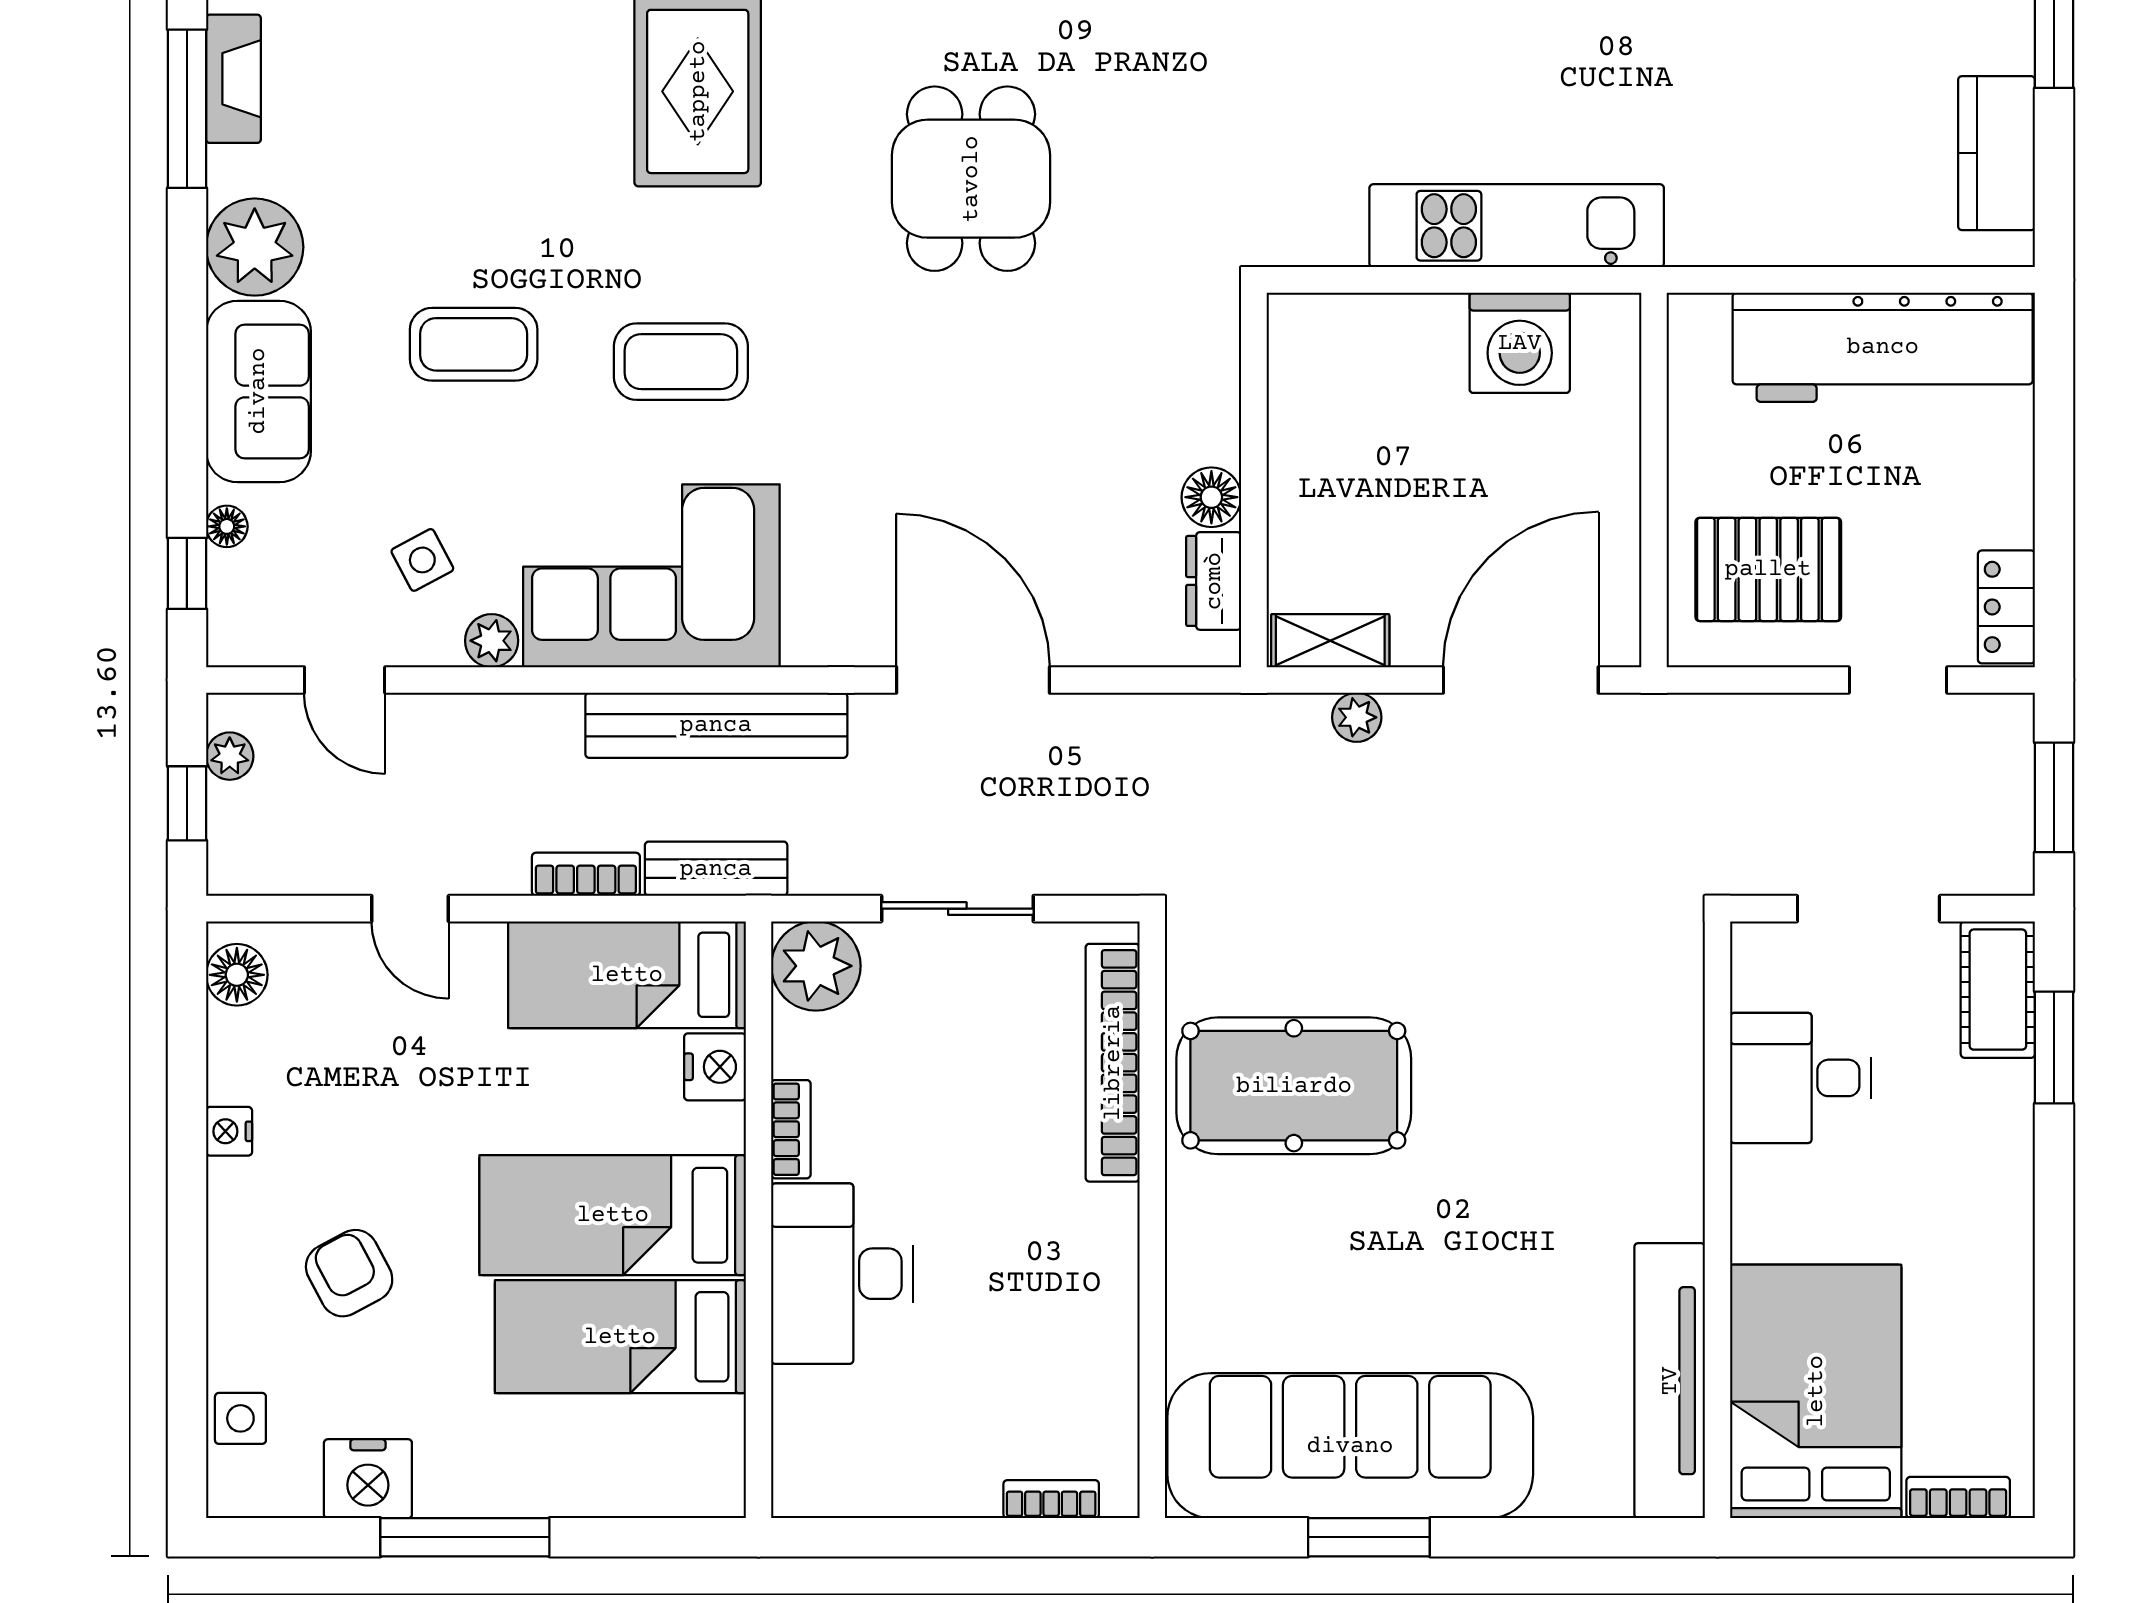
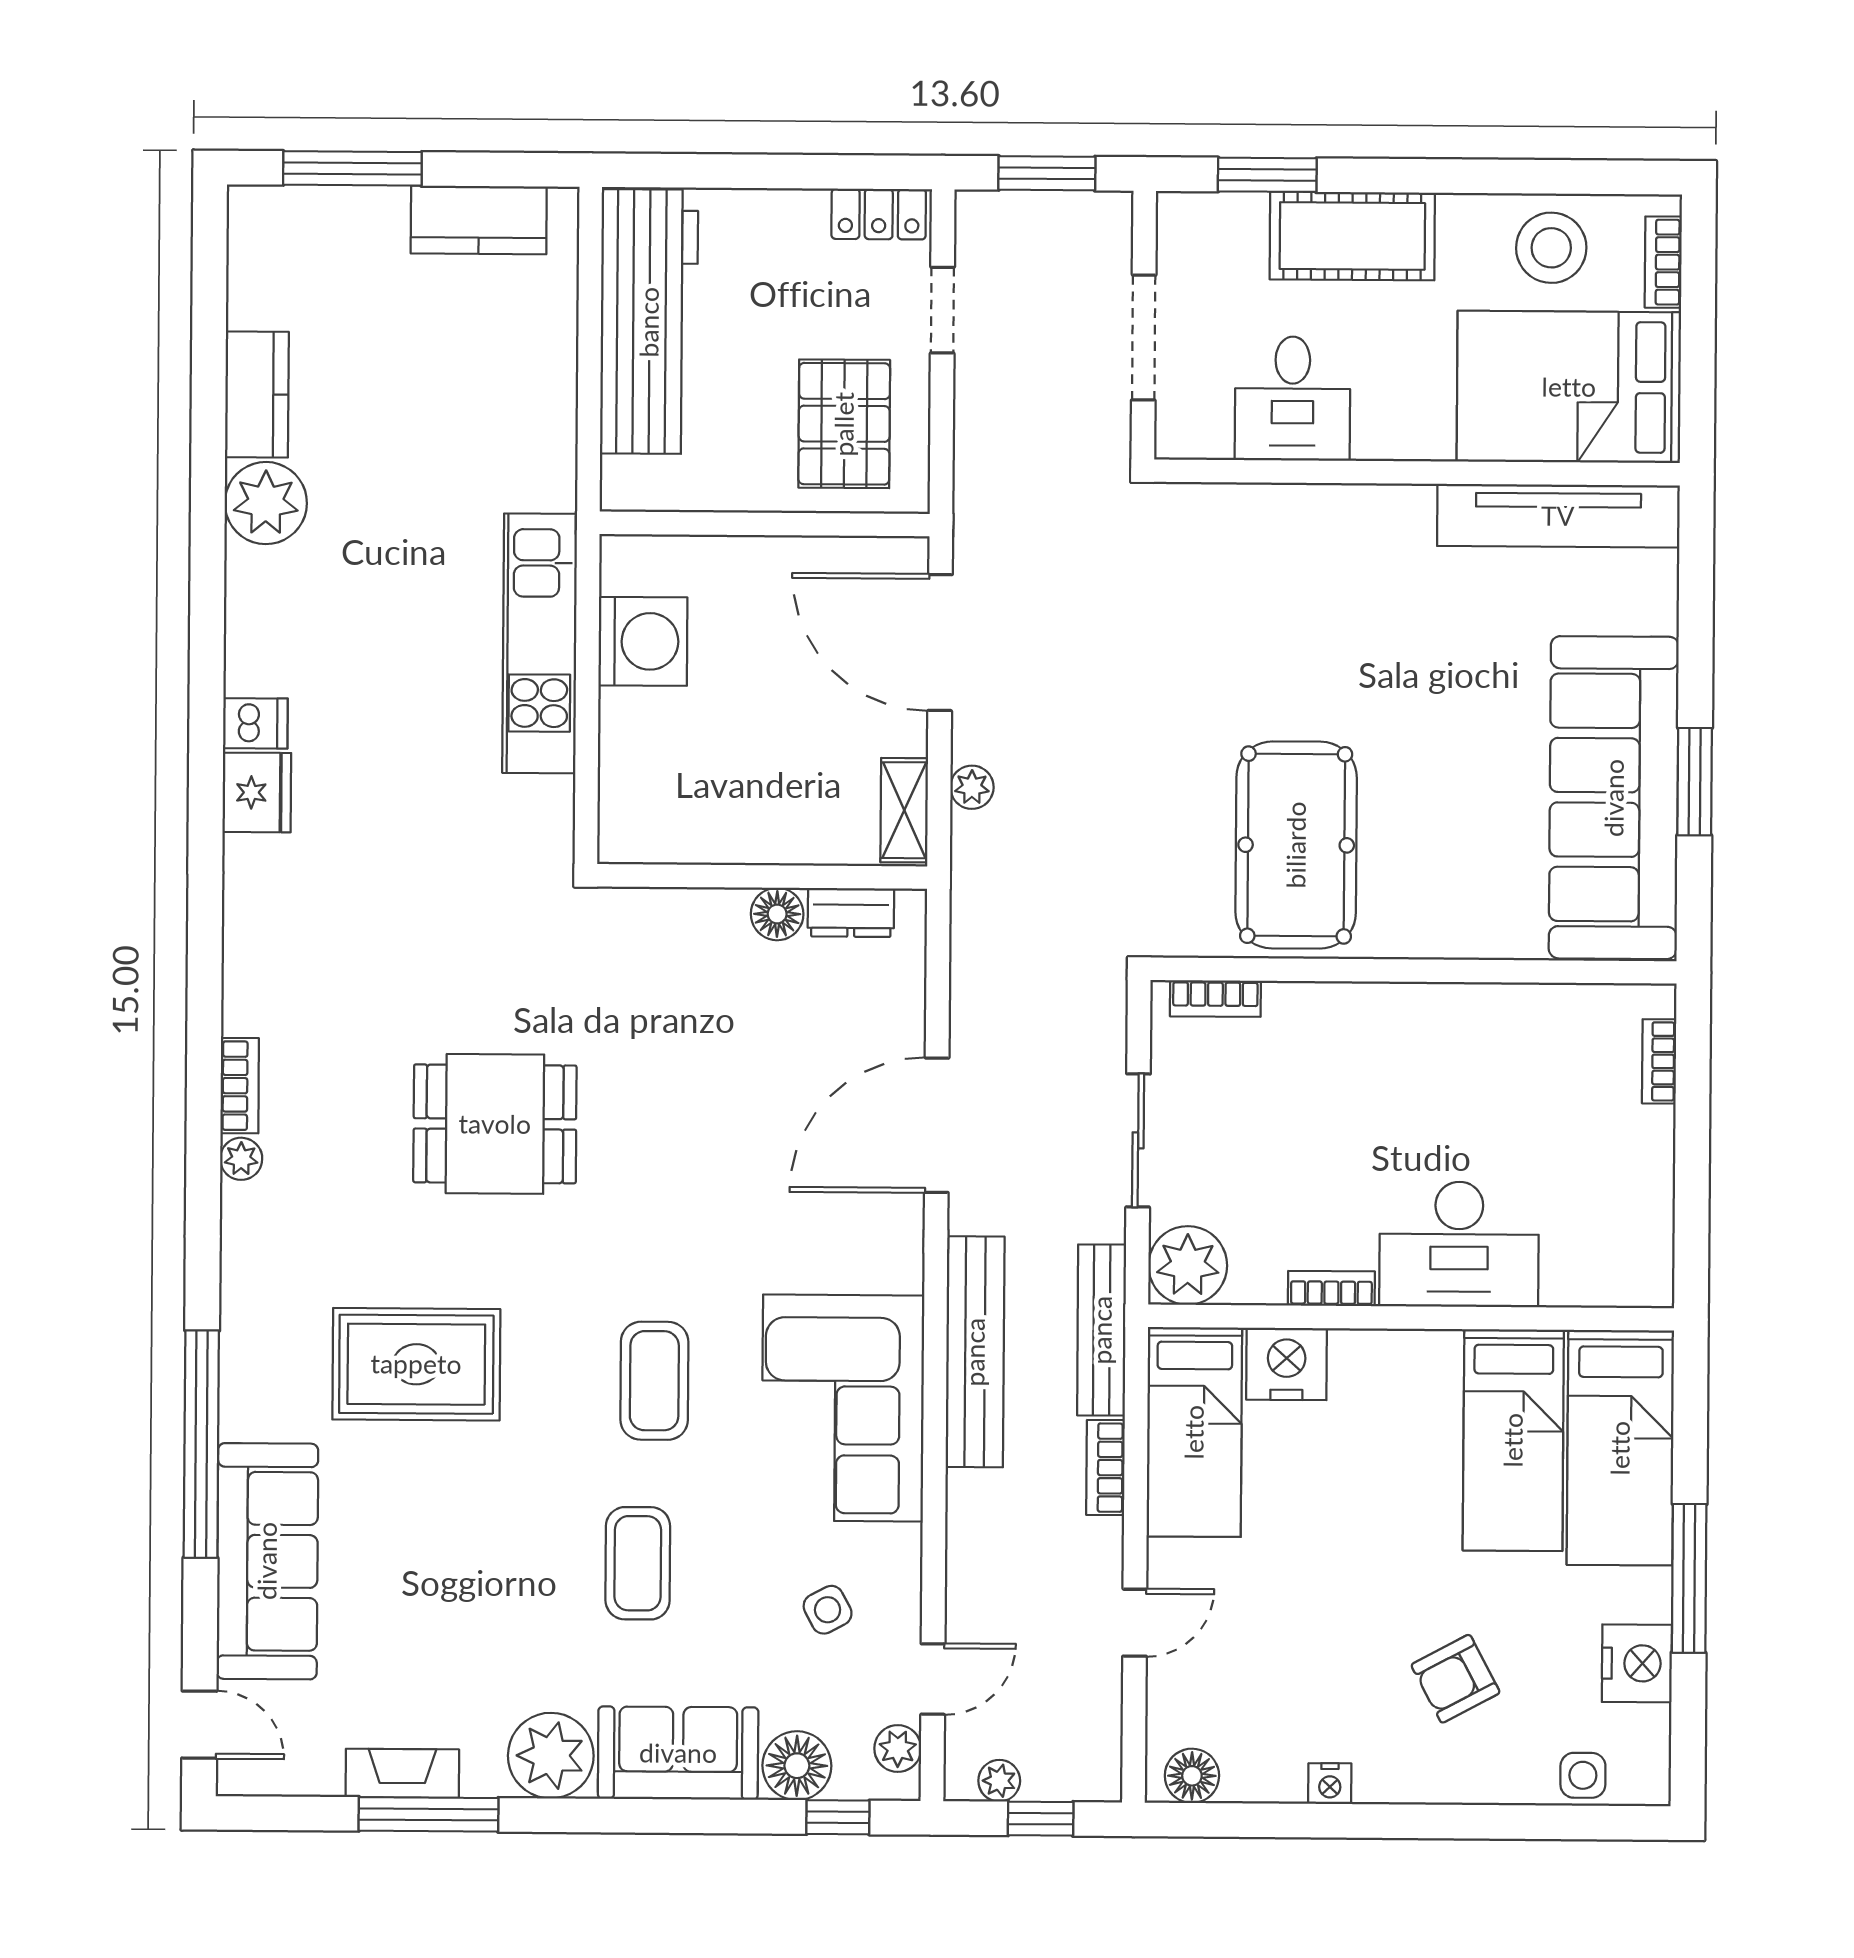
floor lamp: (227, 526) -> (797, 1766), width x1.89, depth x1.89
plant: (492, 641) -> (898, 1749), moved
bench: (716, 869) -> (1102, 1330), width x1.36
cot: (1998, 990) -> (1352, 236), moved, width x1.37, depth x1.34
bookcase: (1113, 1063) -> (1215, 999), width x0.43, depth x0.76
nightstand: (715, 1067) -> (1287, 1364), width x1.36, depth x1.33
bed: (613, 1215) -> (1620, 1448), moved
stool: (1974, 1370) -> (1551, 248), added

